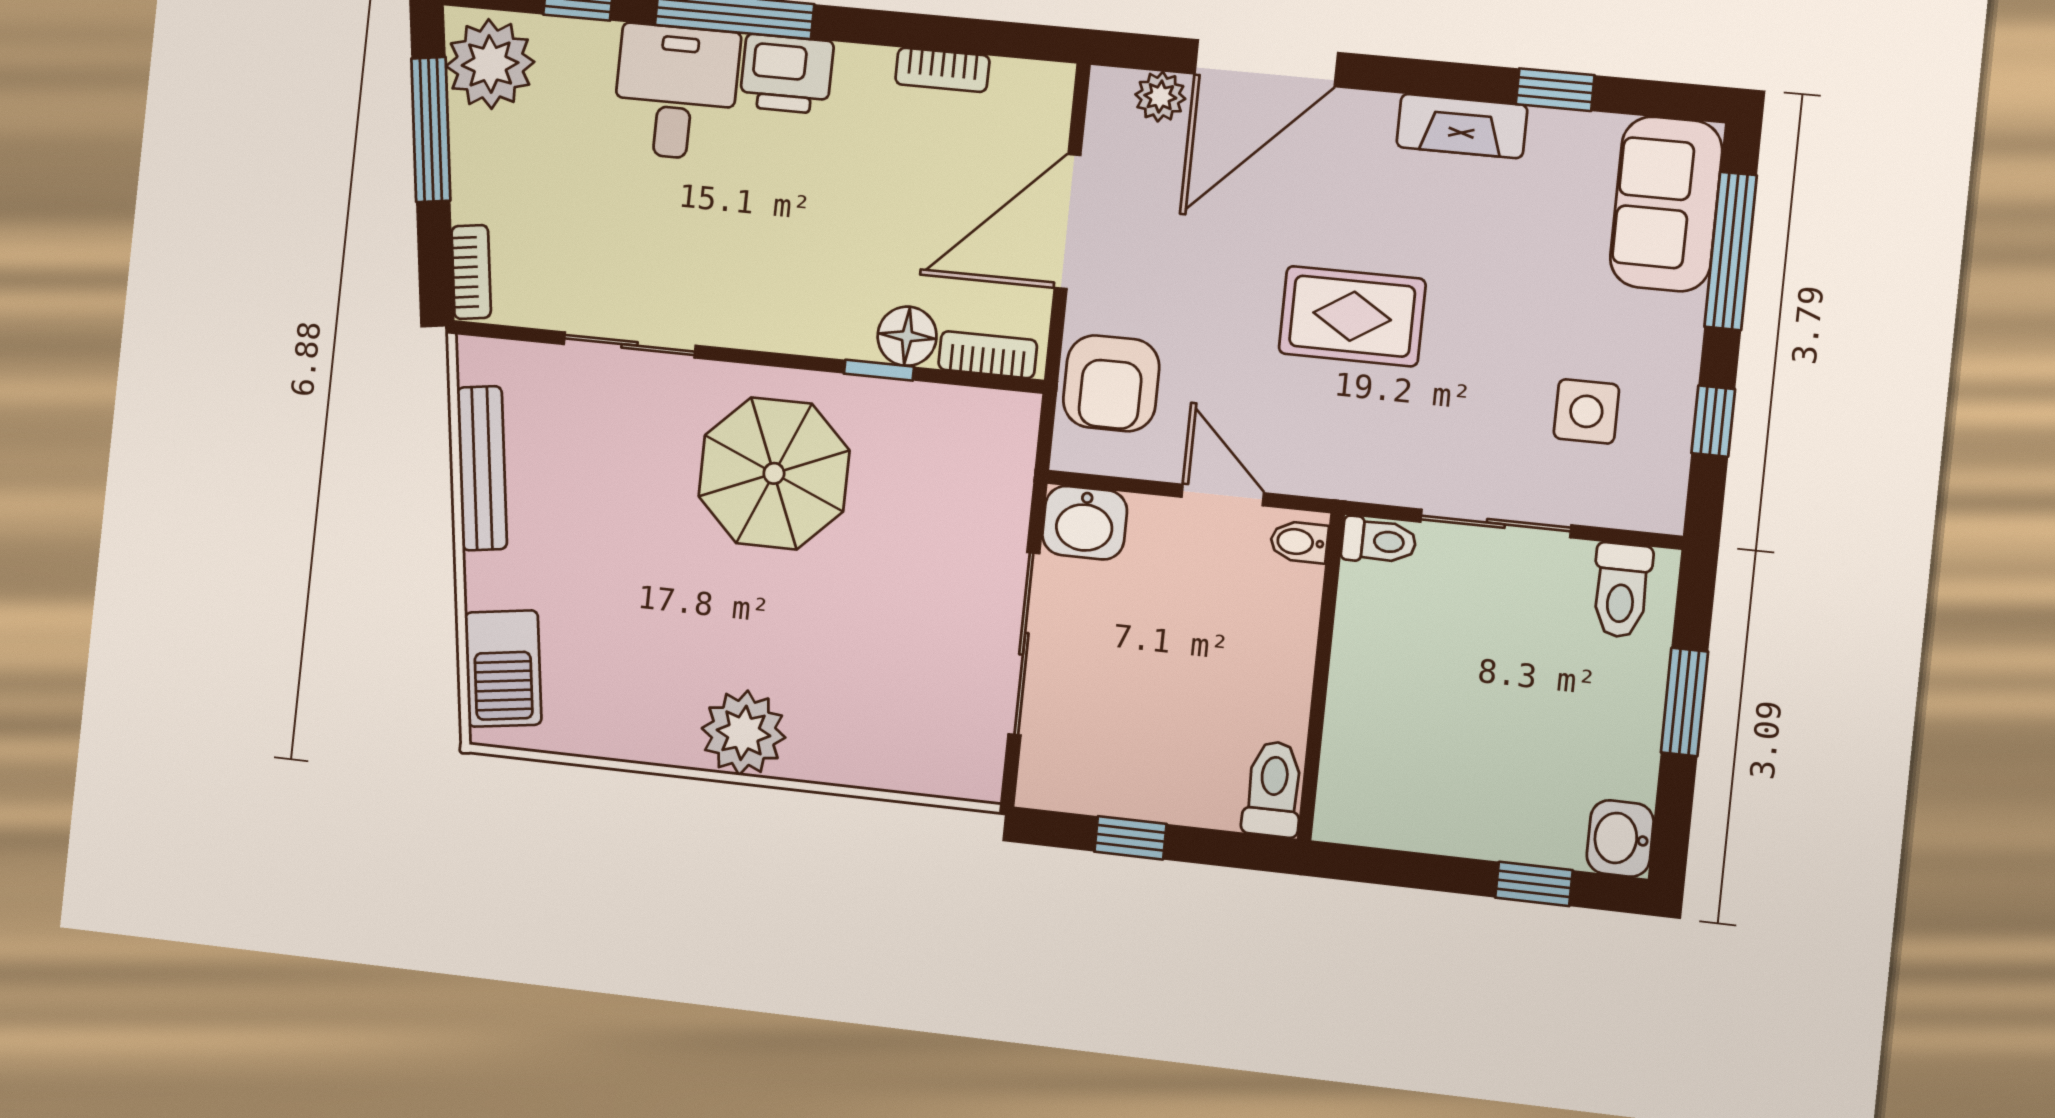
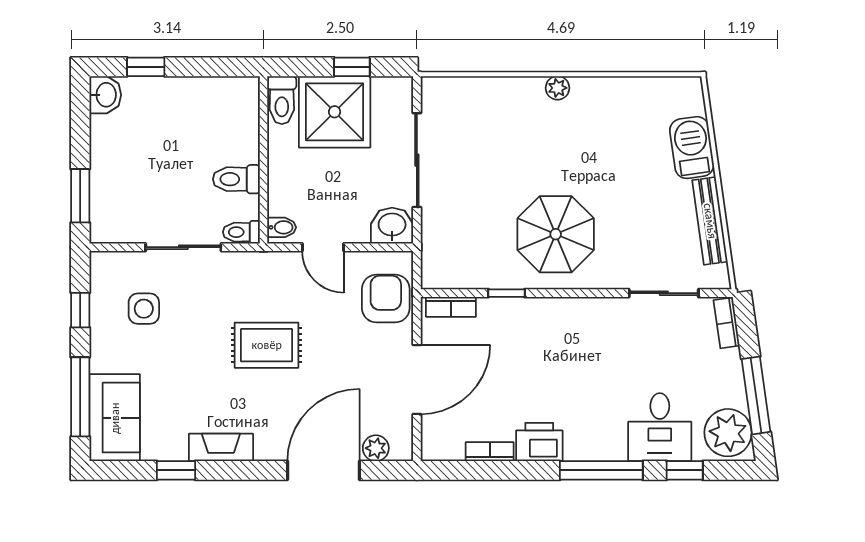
printer: (787, 74) -> (539, 442), moved
desk: (676, 92) -> (660, 427), moved
floor lamp: (907, 336) -> (494, 312), removed
sliding door: (630, 345) -> (664, 293), moved
toilet: (1621, 590) -> (236, 179), moved, turned -90
barbecue: (503, 669) -> (692, 148), moved
window: (1684, 702) -> (80, 196), moved
plant: (743, 733) -> (557, 88), width x0.53, depth x0.53
shower: (1173, 755) -> (335, 112), added

